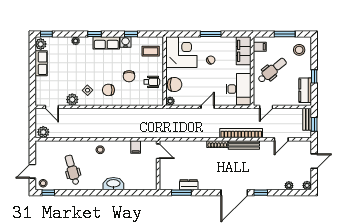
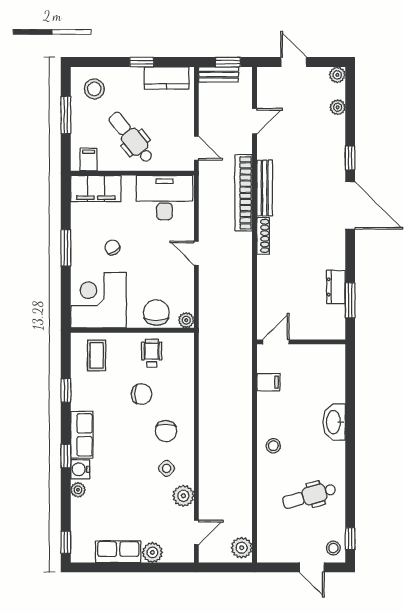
water cooler: (125, 42) -> (80, 469), moved
plant: (41, 44) -> (152, 552), moved
door: (281, 139) -> (255, 121), hinge flipped

